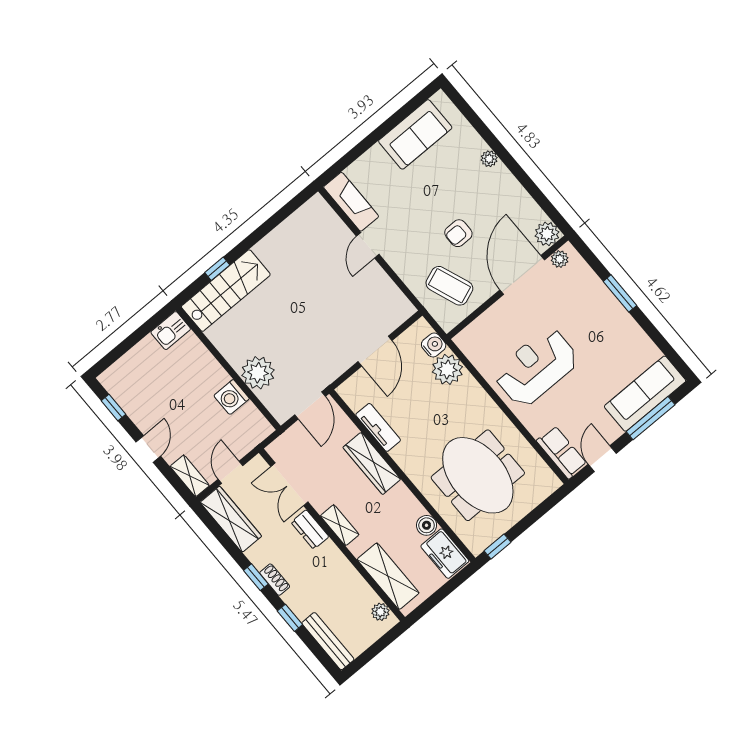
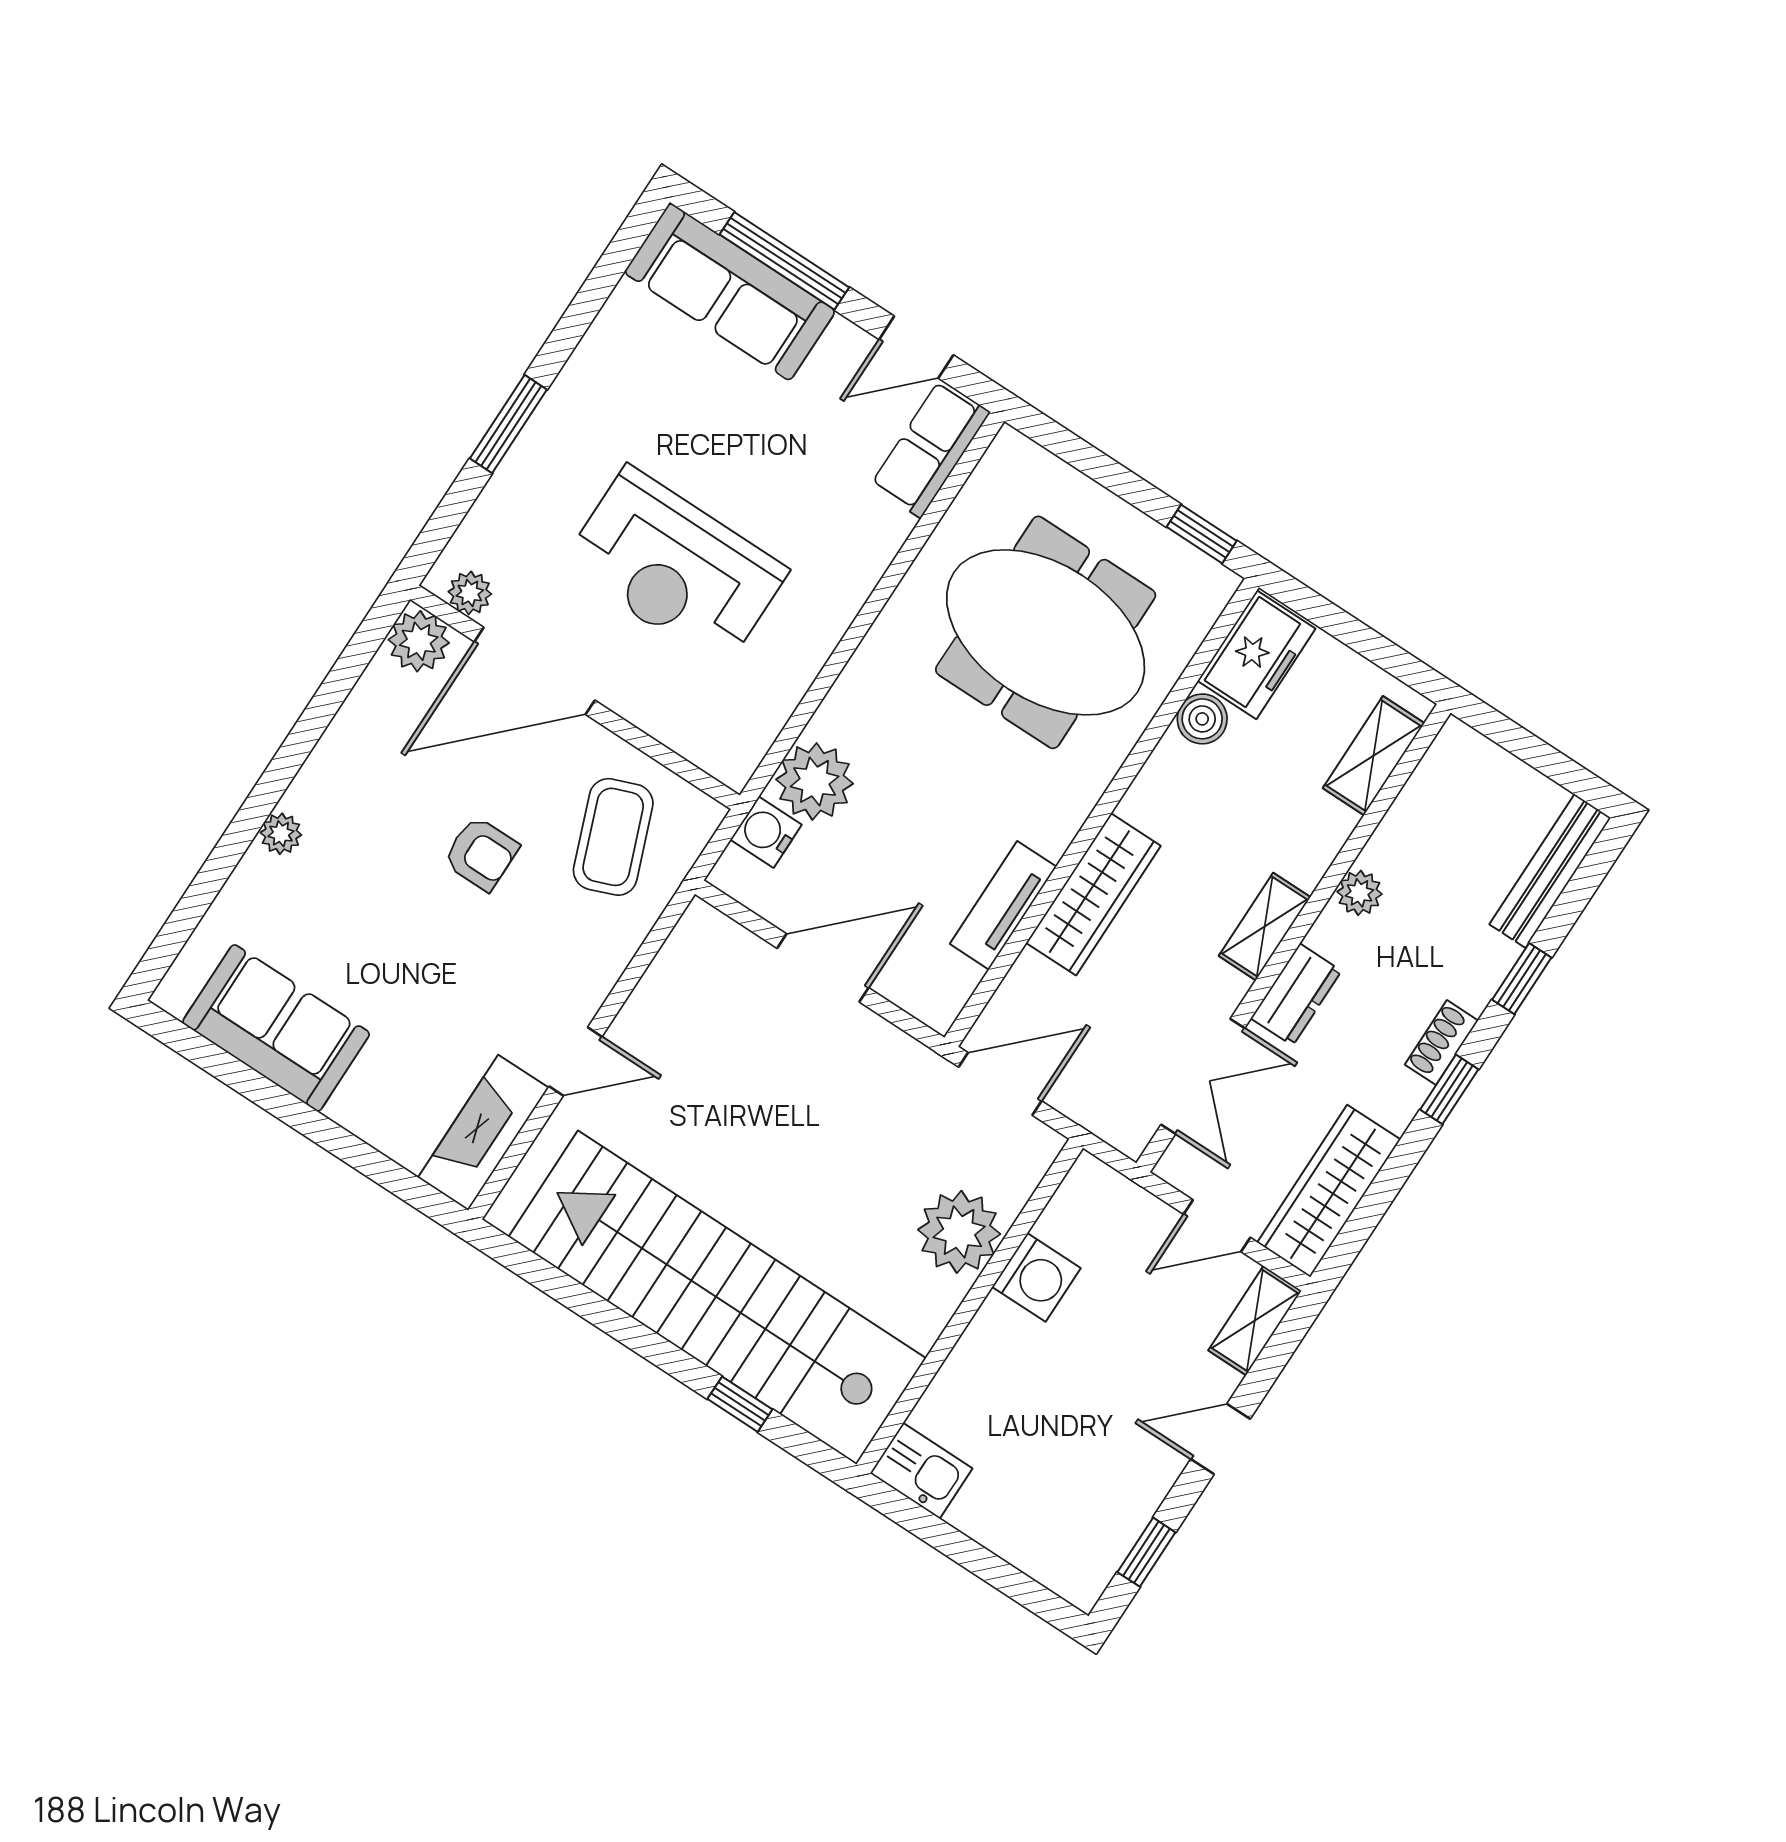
stairs: (226, 291) -> (717, 1297), width x1.86, depth x1.51
reception desk: (536, 367) -> (675, 568), moved
meeting table: (478, 475) -> (1046, 632), turned 90
shelving: (388, 576) -> (1374, 756), width x0.67, depth x0.75
plant: (380, 612) -> (1359, 893), moved

